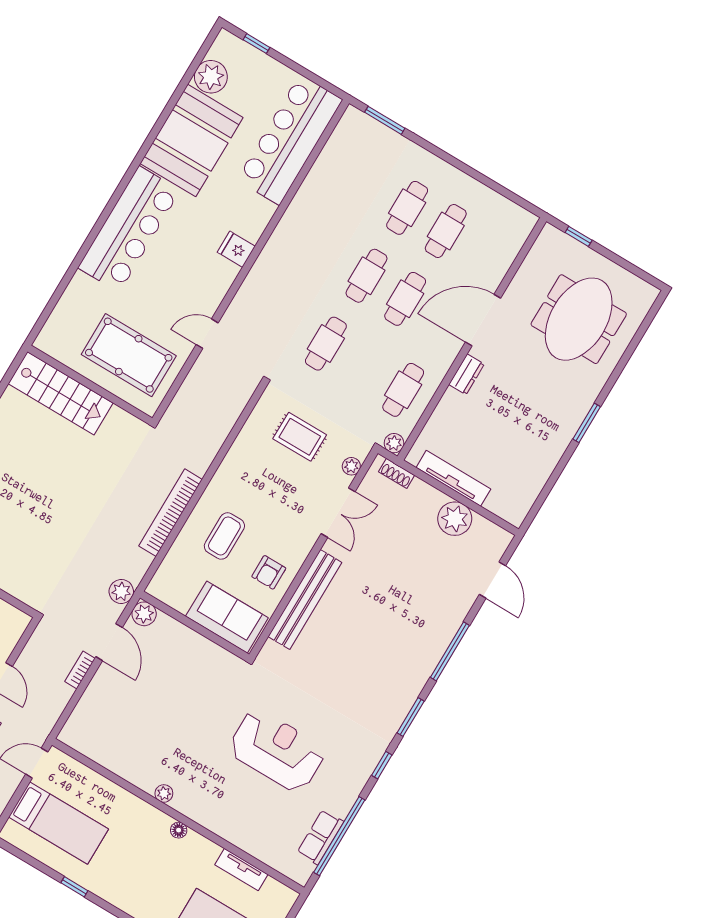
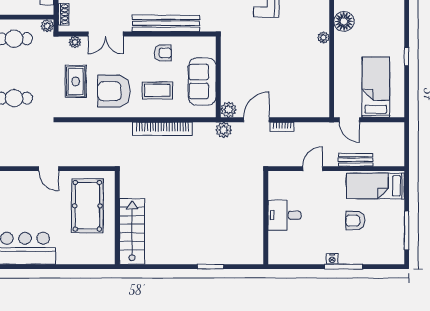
armchair: (257, 479) -> (114, 91), added
double door: (338, 513) -> (106, 34), swing flipped
sofa: (227, 617) -> (202, 82), moved
floor lamp: (179, 830) -> (344, 21), width x1.89, depth x1.89

